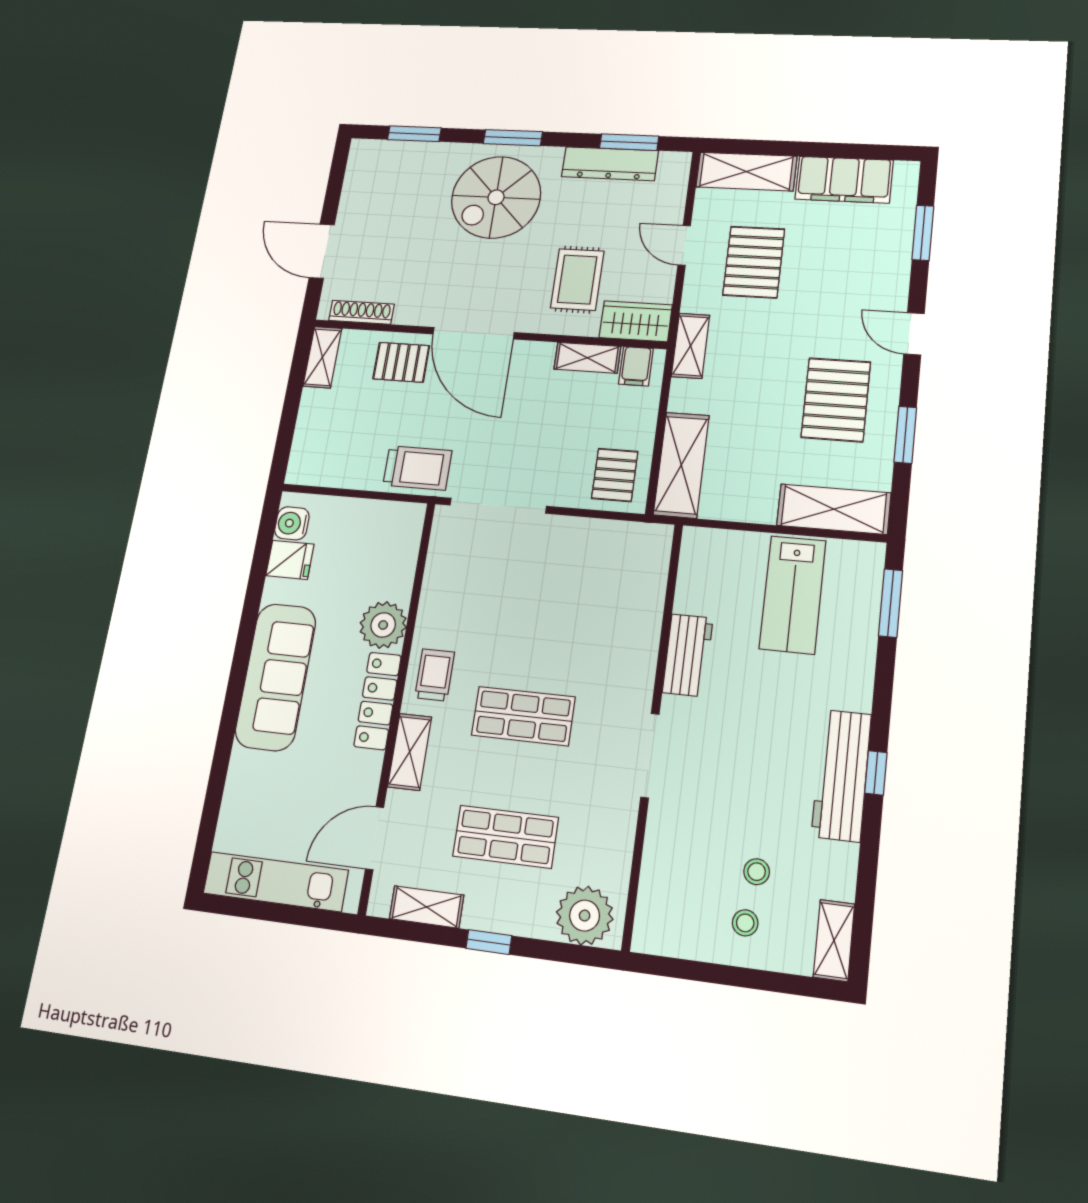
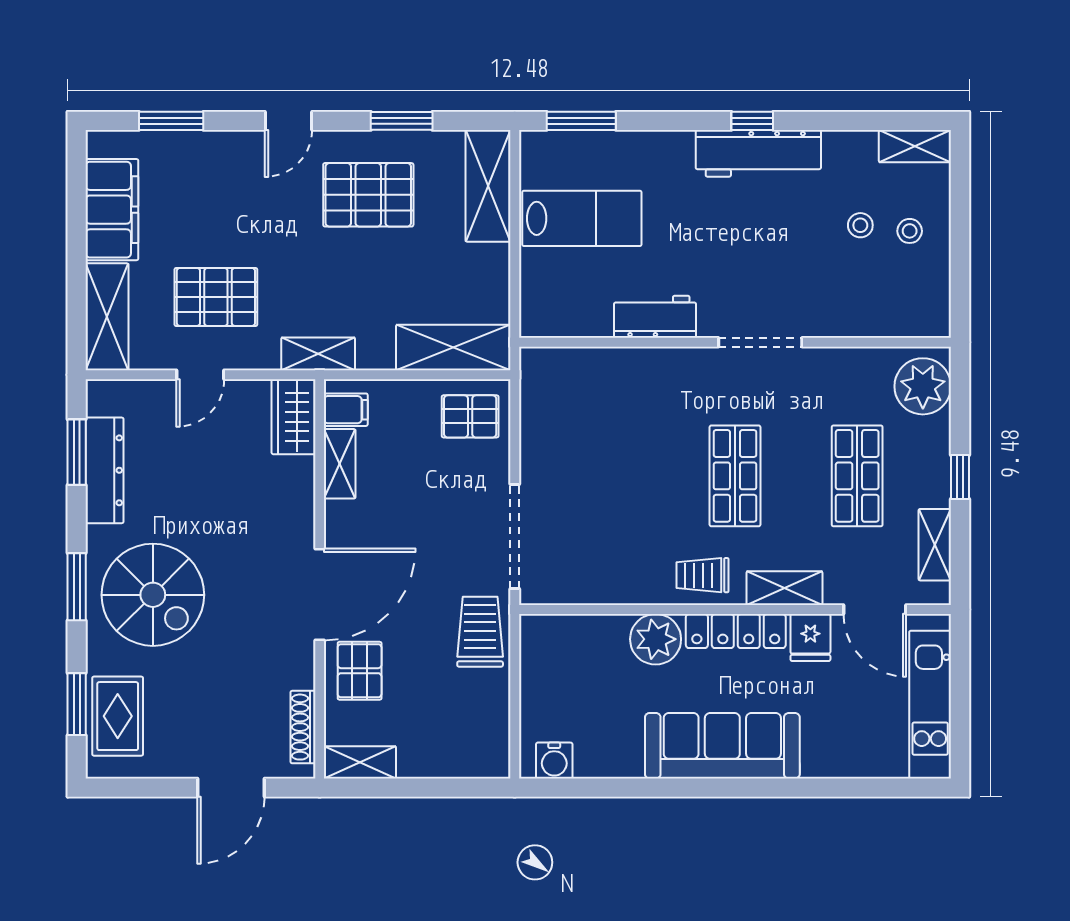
rug: (577, 279) -> (118, 716), moved, turned 90
fridge: (290, 560) -> (810, 638), moved, turned 180

